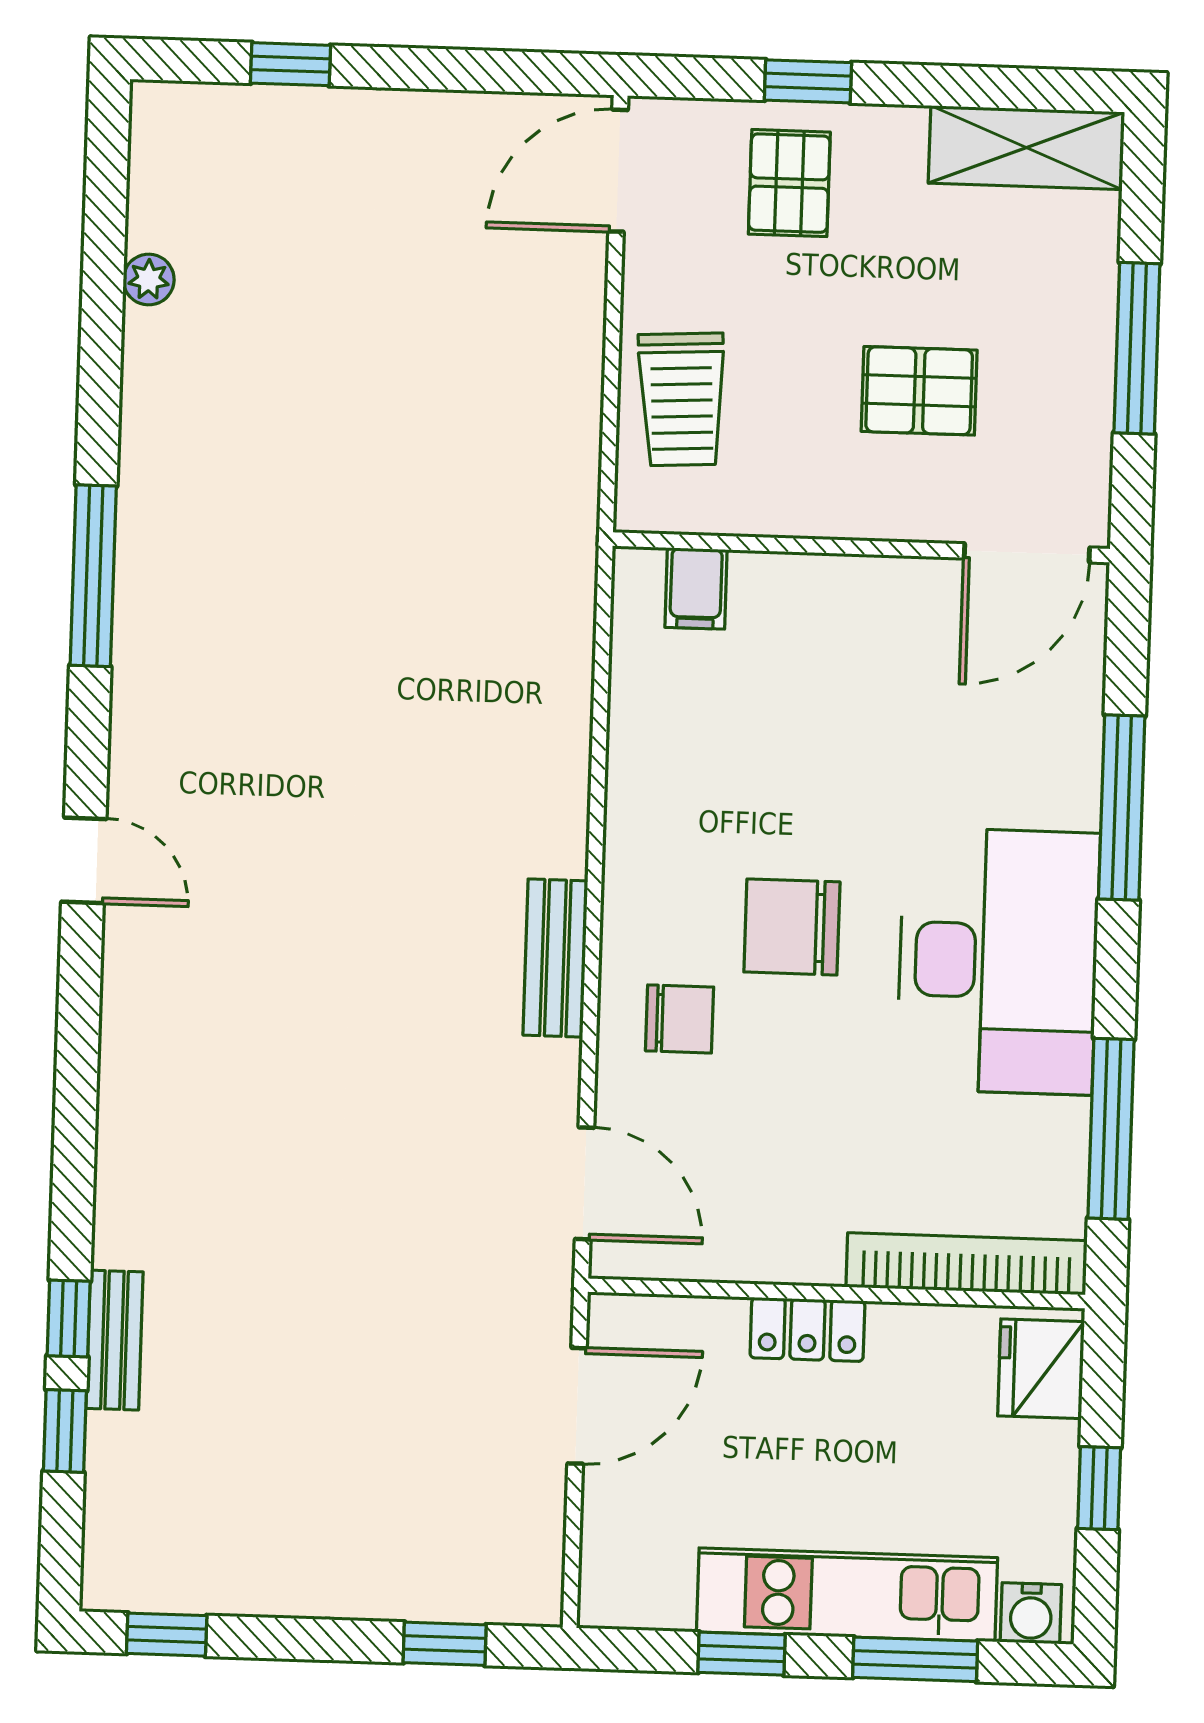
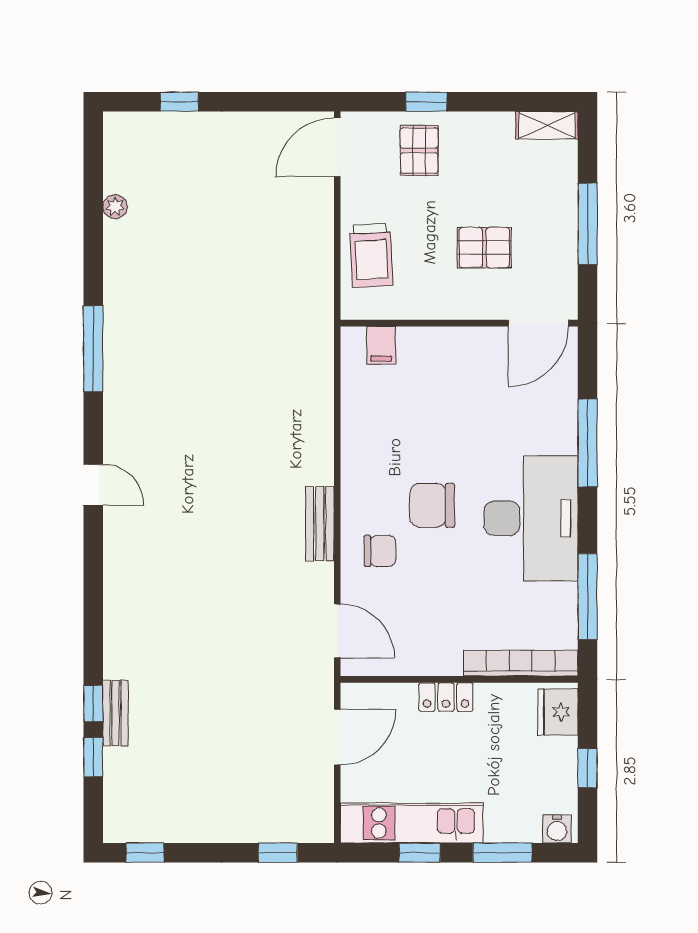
shelving: (1026, 148) -> (547, 125), width x0.67, depth x0.75
kitchen unit: (847, 1595) -> (412, 823), moved

